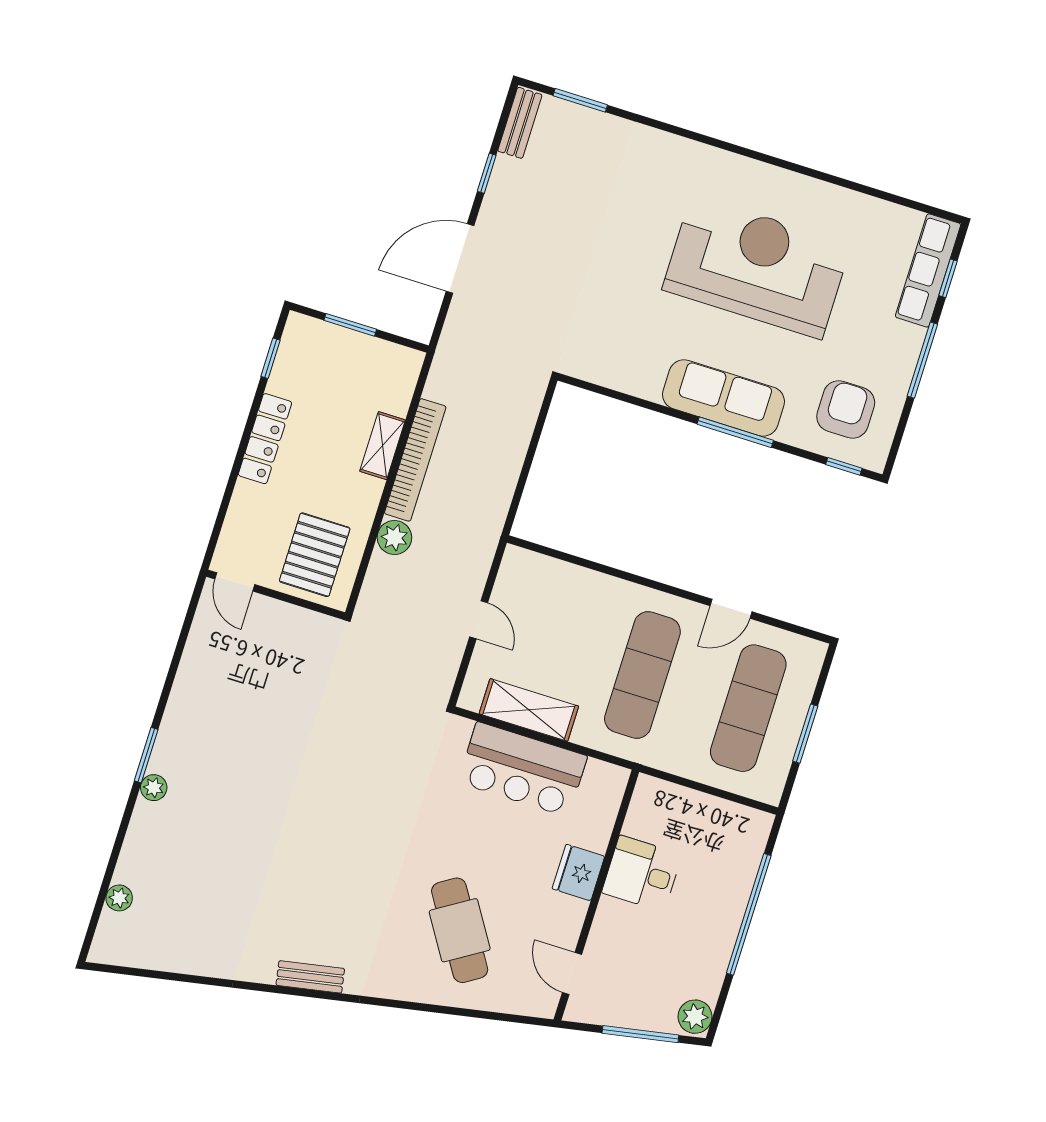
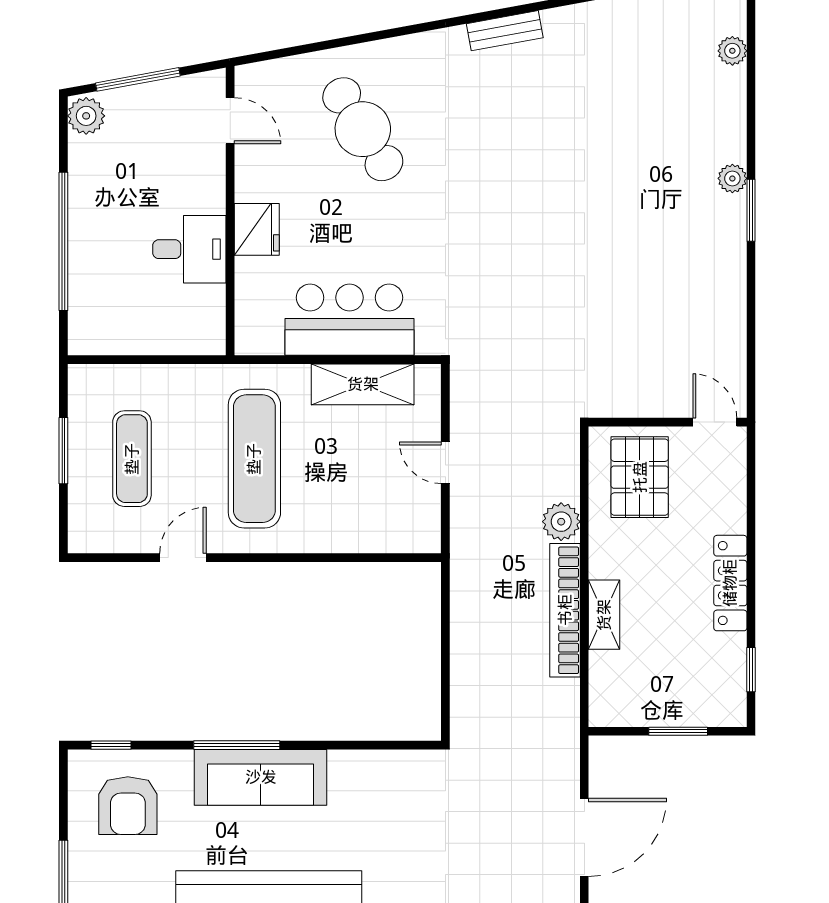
exercise mat: (748, 708) -> (132, 459), width x0.73, depth x0.69

